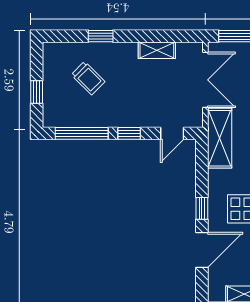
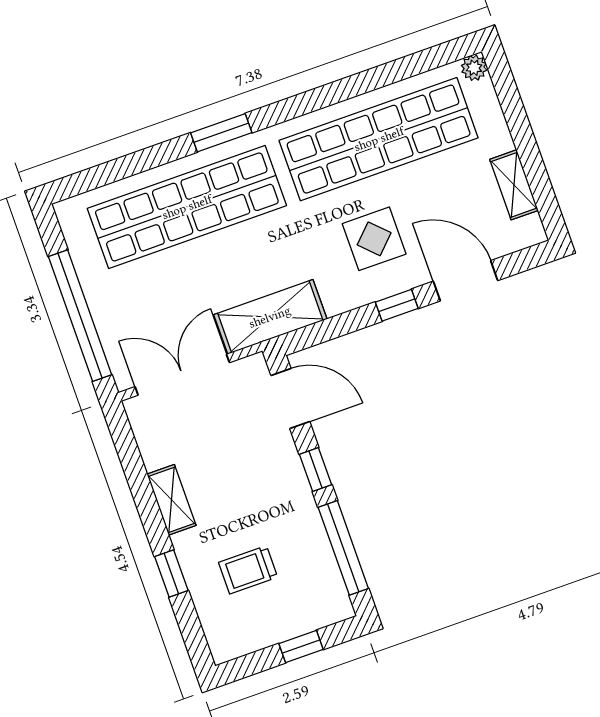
shelving: (157, 50) -> (171, 500), moved
trolley: (88, 78) -> (248, 570), turned -135
door: (172, 133) -> (290, 398), width x1.38

